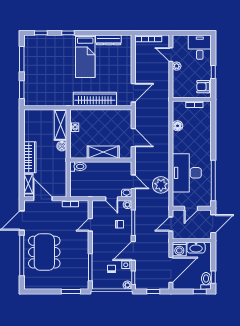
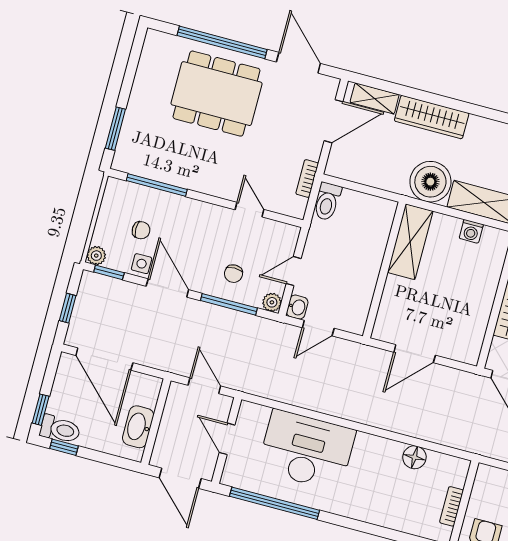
boiler: (62, 146) -> (430, 182), width x1.86, depth x1.86
shelving: (103, 152) -> (410, 242), moved
toilet: (78, 167) -> (327, 201), moved
plant: (161, 185) -> (295, 387), removed
washing machine: (179, 249) -> (145, 390), removed

